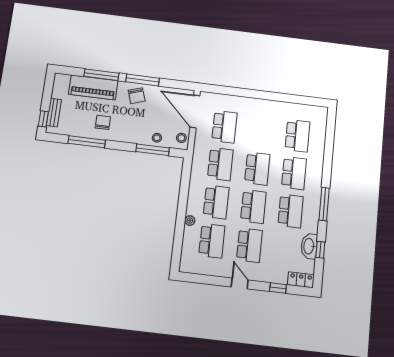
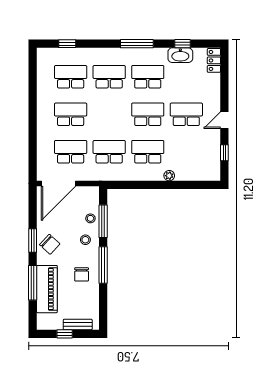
window: (142, 80) -> (33, 241), width x0.69
chair: (137, 96) -> (50, 244), turned 61
window: (43, 119) -> (65, 334), moved
chair: (103, 122) -> (82, 274), turned -90
window: (330, 136) -> (67, 44), added
stool: (181, 138) -> (85, 240), moved
window: (87, 142) -> (103, 265), moved
school desk: (257, 169) -> (71, 114), moved
school desk: (212, 241) -> (186, 152), removed
window: (278, 288) -> (224, 153), moved

